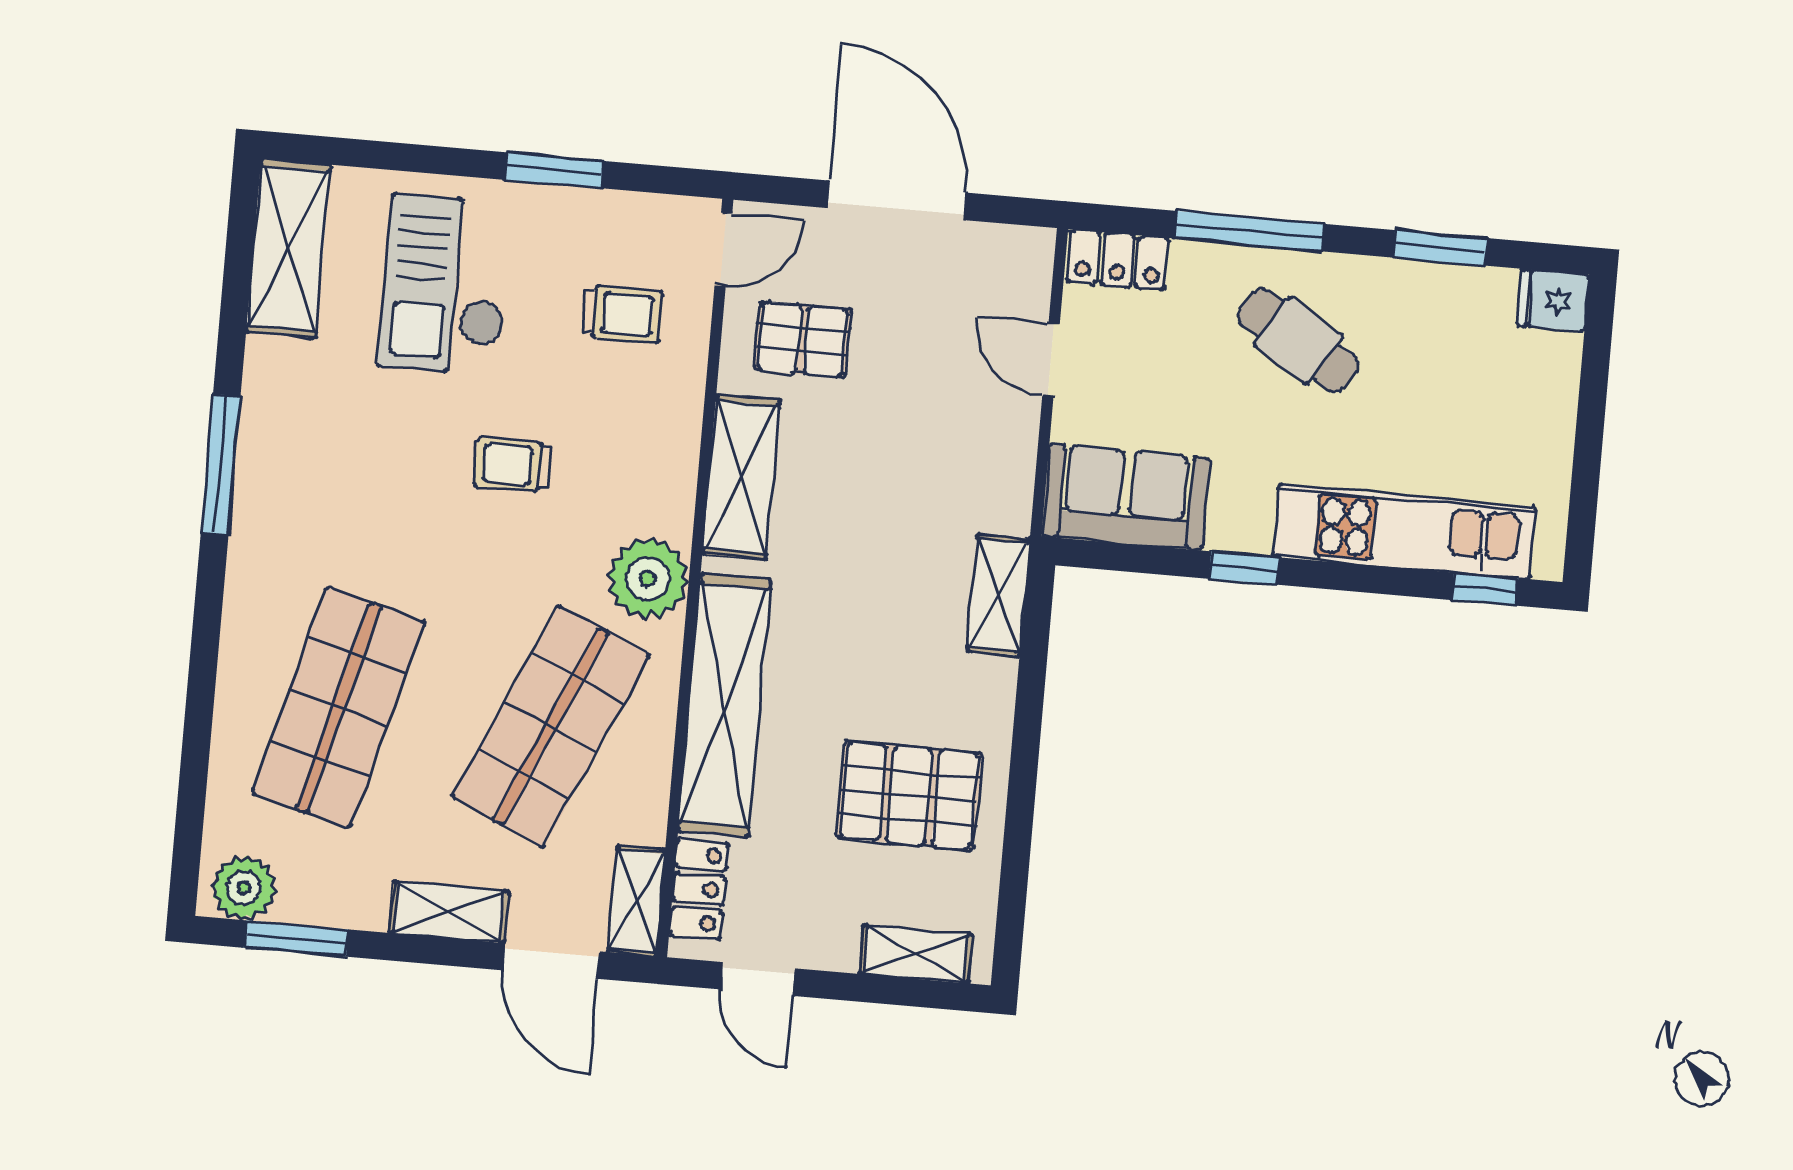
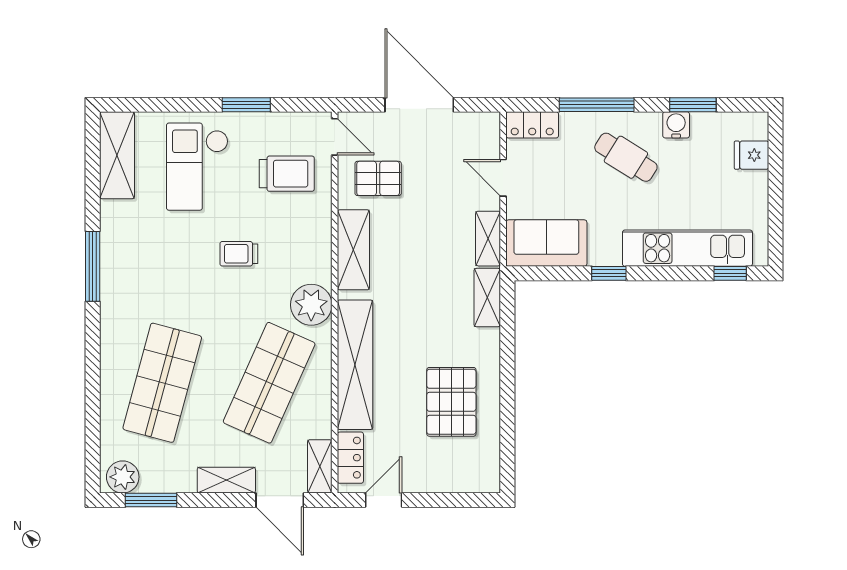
door: (723, 249) -> (335, 137), hinge flipped
water cooler: (1403, 285) -> (676, 125), added
fridge: (1553, 300) -> (752, 155), moved
trolley: (622, 314) -> (287, 174), width x1.36, depth x1.39
pallet: (909, 796) -> (451, 402), turned 90
shelving: (916, 954) -> (488, 239), moved, turned 90
door: (758, 979) -> (384, 500), swing flipped

